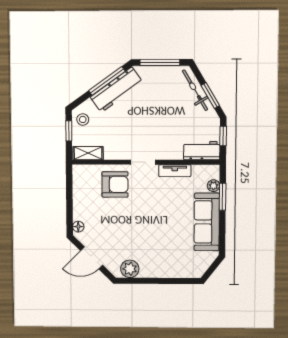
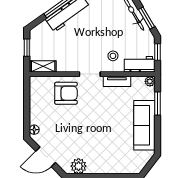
stool: (83, 119) -> (113, 56), moved
plant: (213, 186) -> (150, 81), moved

